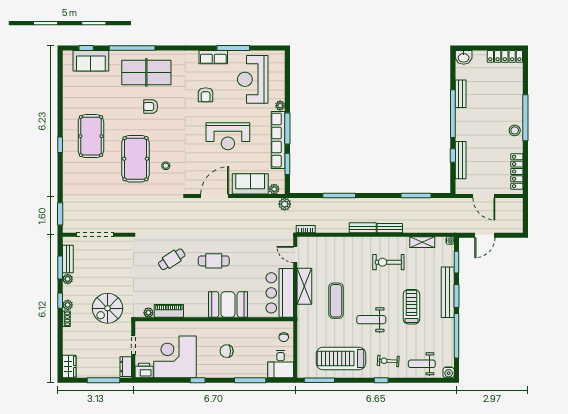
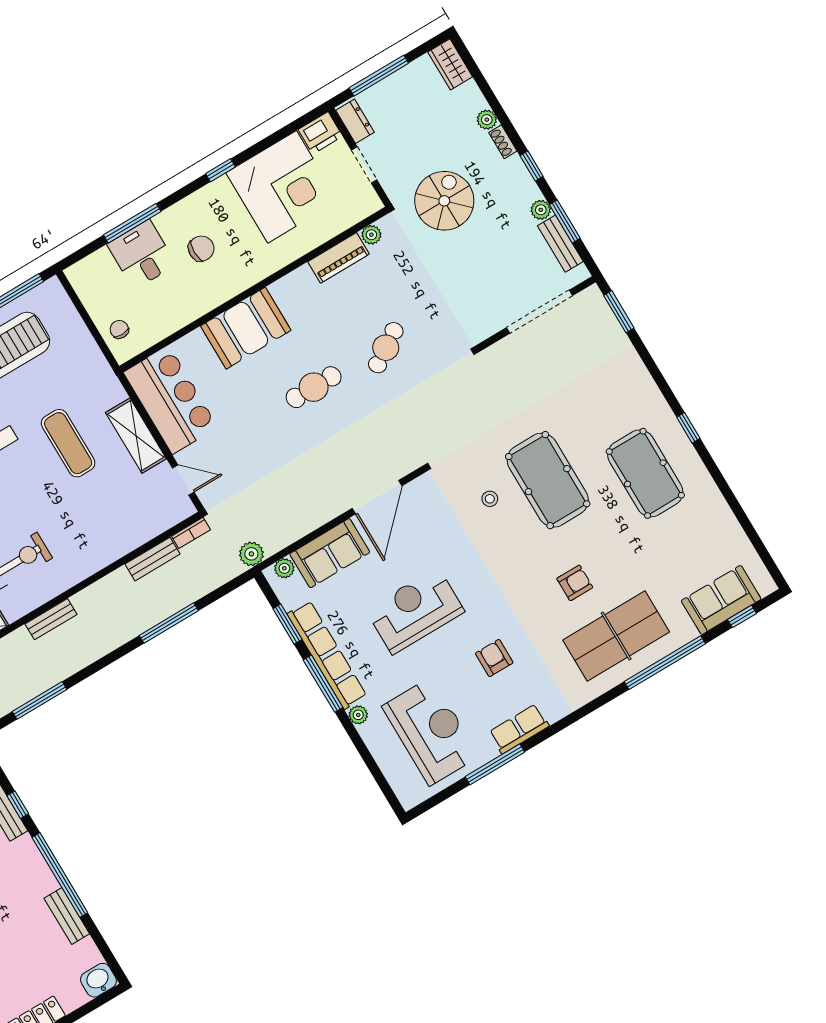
bench: (363, 228) -> (152, 559), moved
plant: (68, 305) -> (487, 120), moved
desk: (281, 364) -> (142, 255), moved

